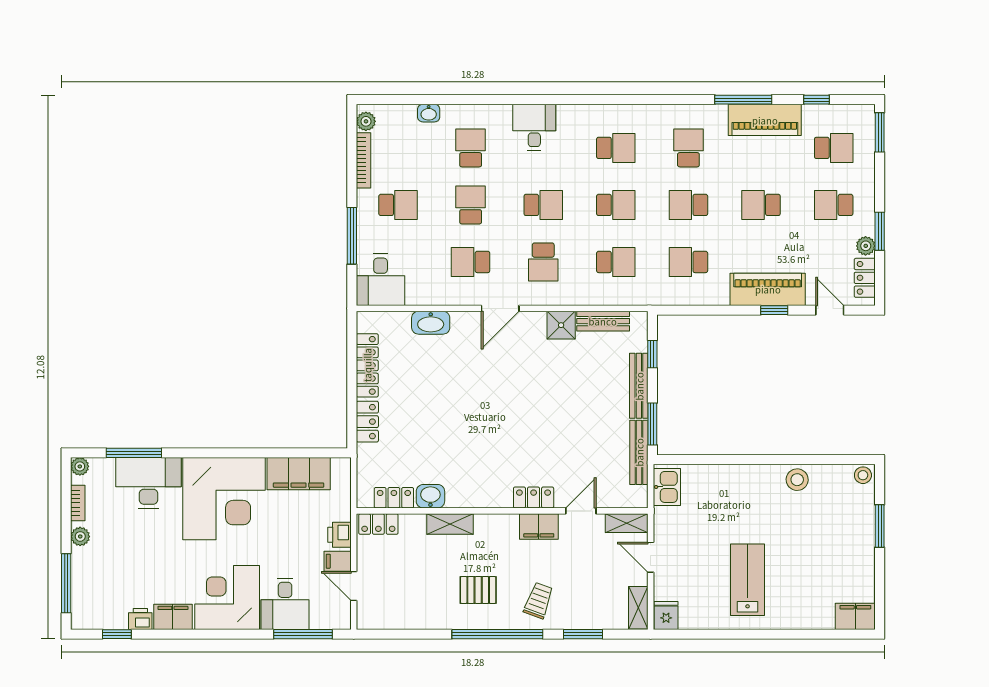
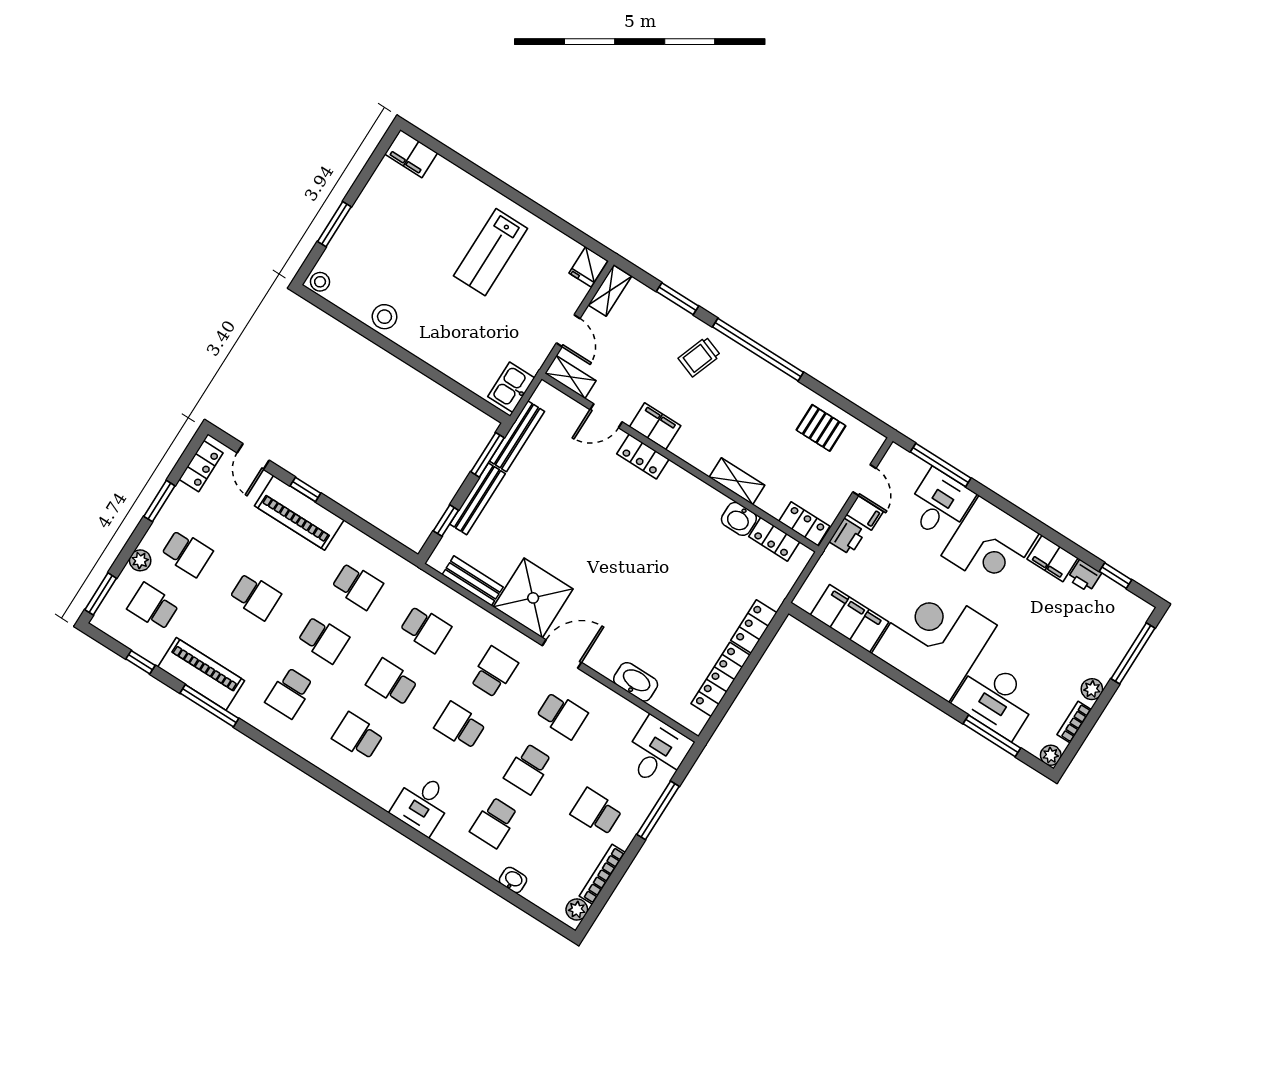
plant: (866, 246) -> (140, 560), moved
school desk: (616, 262) -> (426, 629), turned 180
shower: (561, 325) -> (533, 598), width x1.86, depth x1.86
pallet: (478, 590) -> (821, 428), moved

